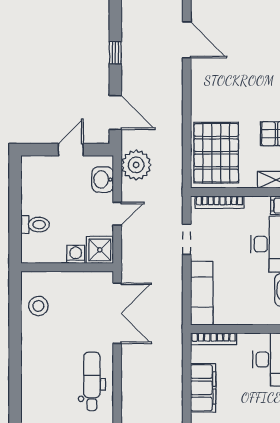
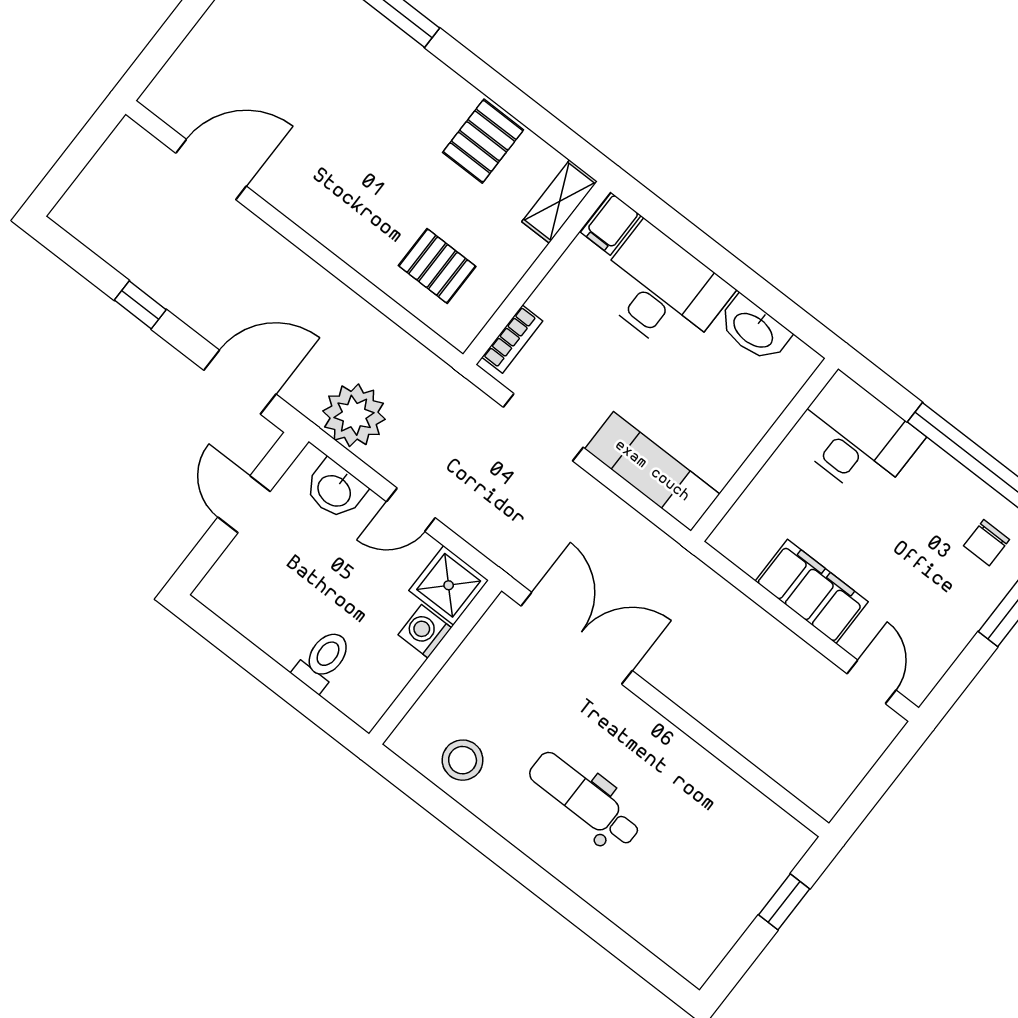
pallet: (216, 153) -> (437, 266), width x0.49, depth x0.50
bookcase: (219, 202) -> (512, 339), width x0.64
door: (117, 214) -> (411, 510), swing flipped
doorway: (187, 239) -> (543, 427), width x1.38
bookcase: (214, 339) -> (743, 511), removed
dental chair: (92, 381) -> (585, 799), moved

